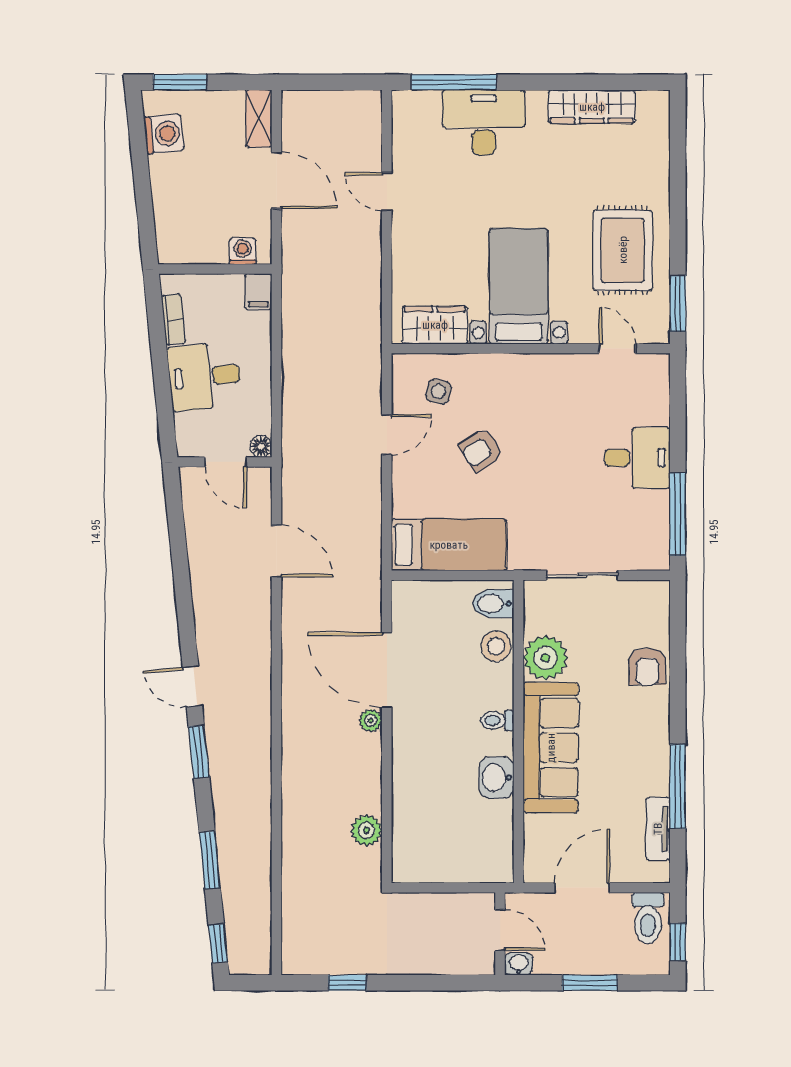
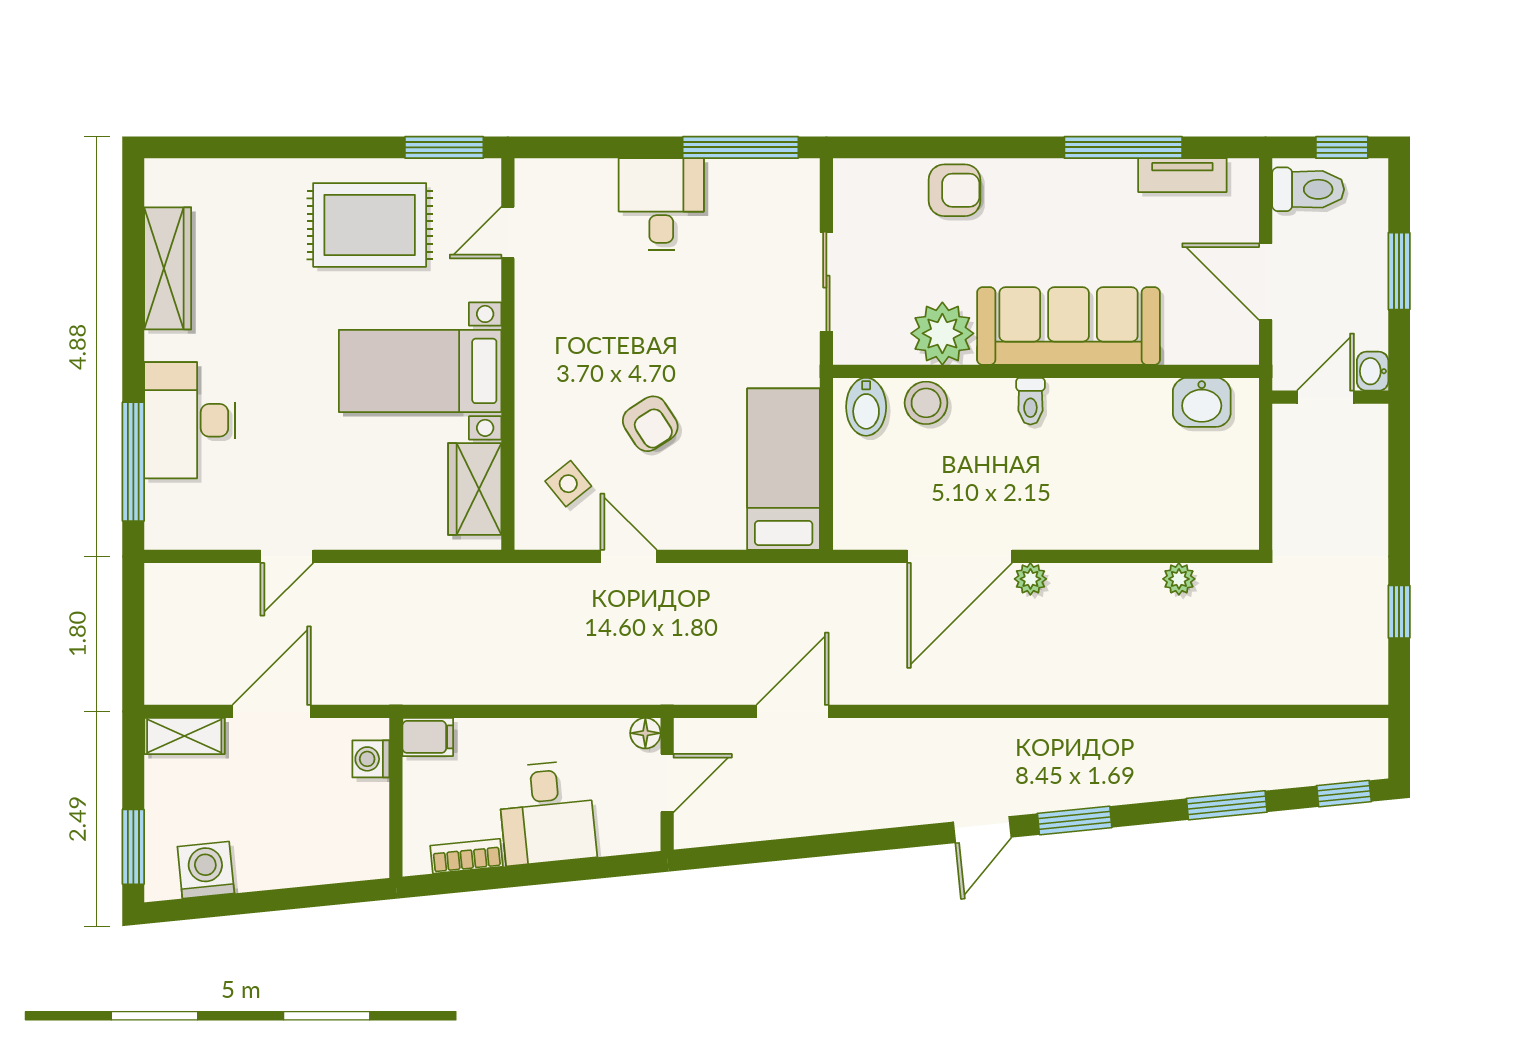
side table: (439, 392) -> (568, 484), turned 38
washbasin: (496, 778) -> (1202, 402), moved
plant: (366, 830) -> (1179, 579), width x0.73, depth x0.73

